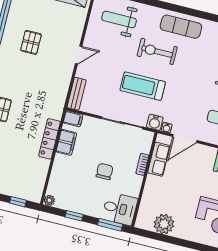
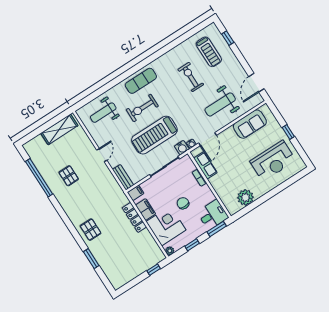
treadmill: (143, 86) -> (154, 135), width x1.37, depth x1.38
corner desk: (69, 175) -> (166, 226), added

